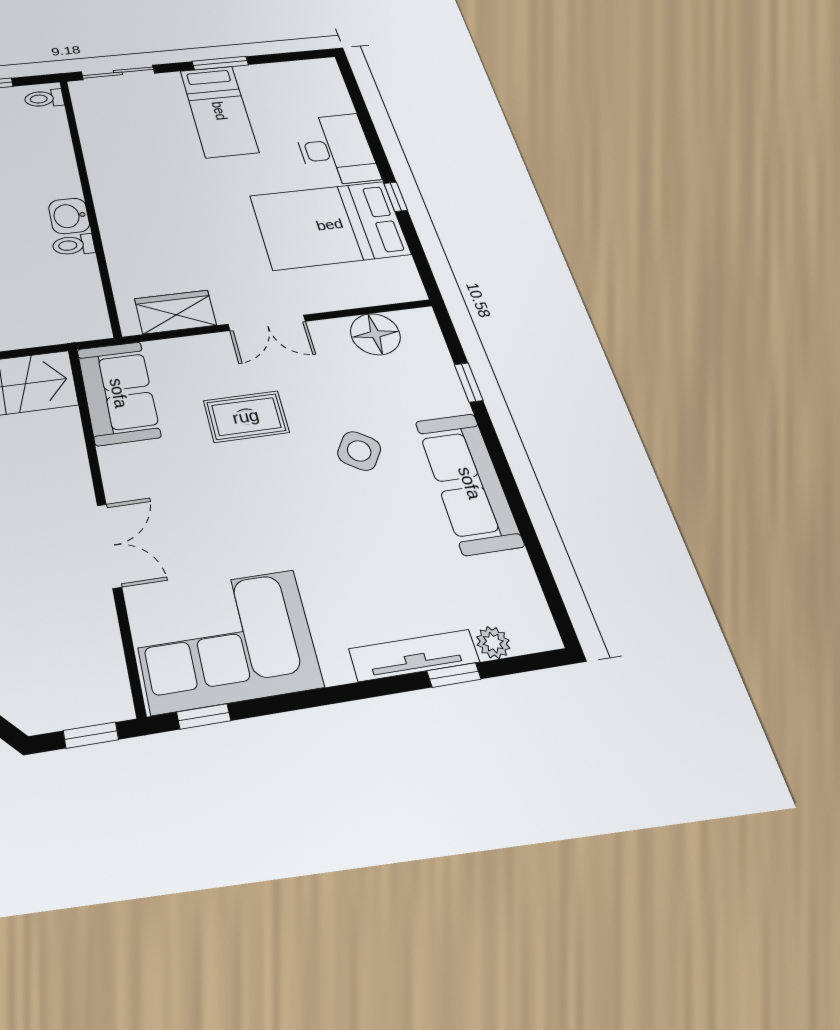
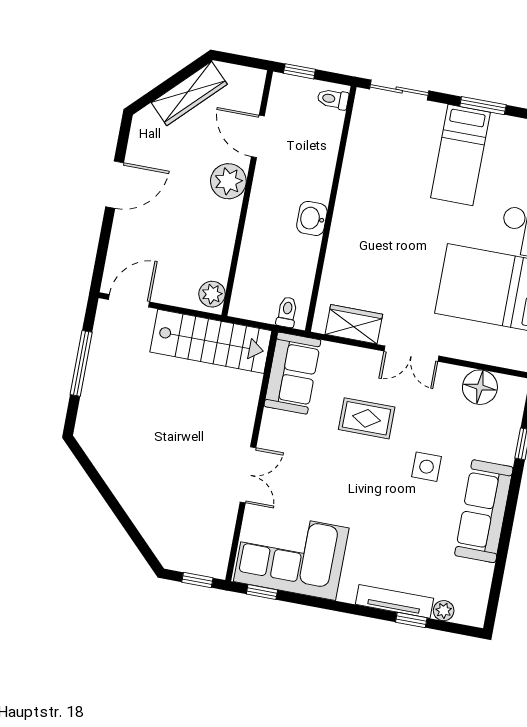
toilet: (73, 245) -> (287, 312), moved, turned 90
side table: (359, 451) -> (427, 467), turned -34

